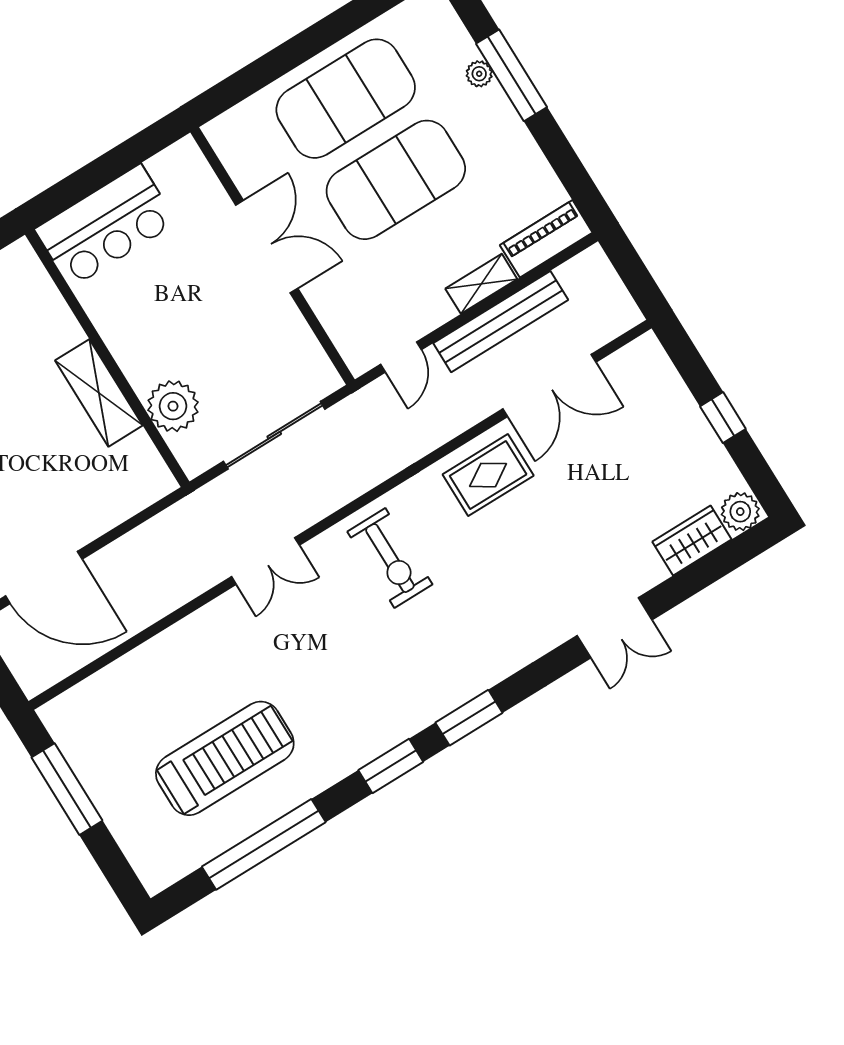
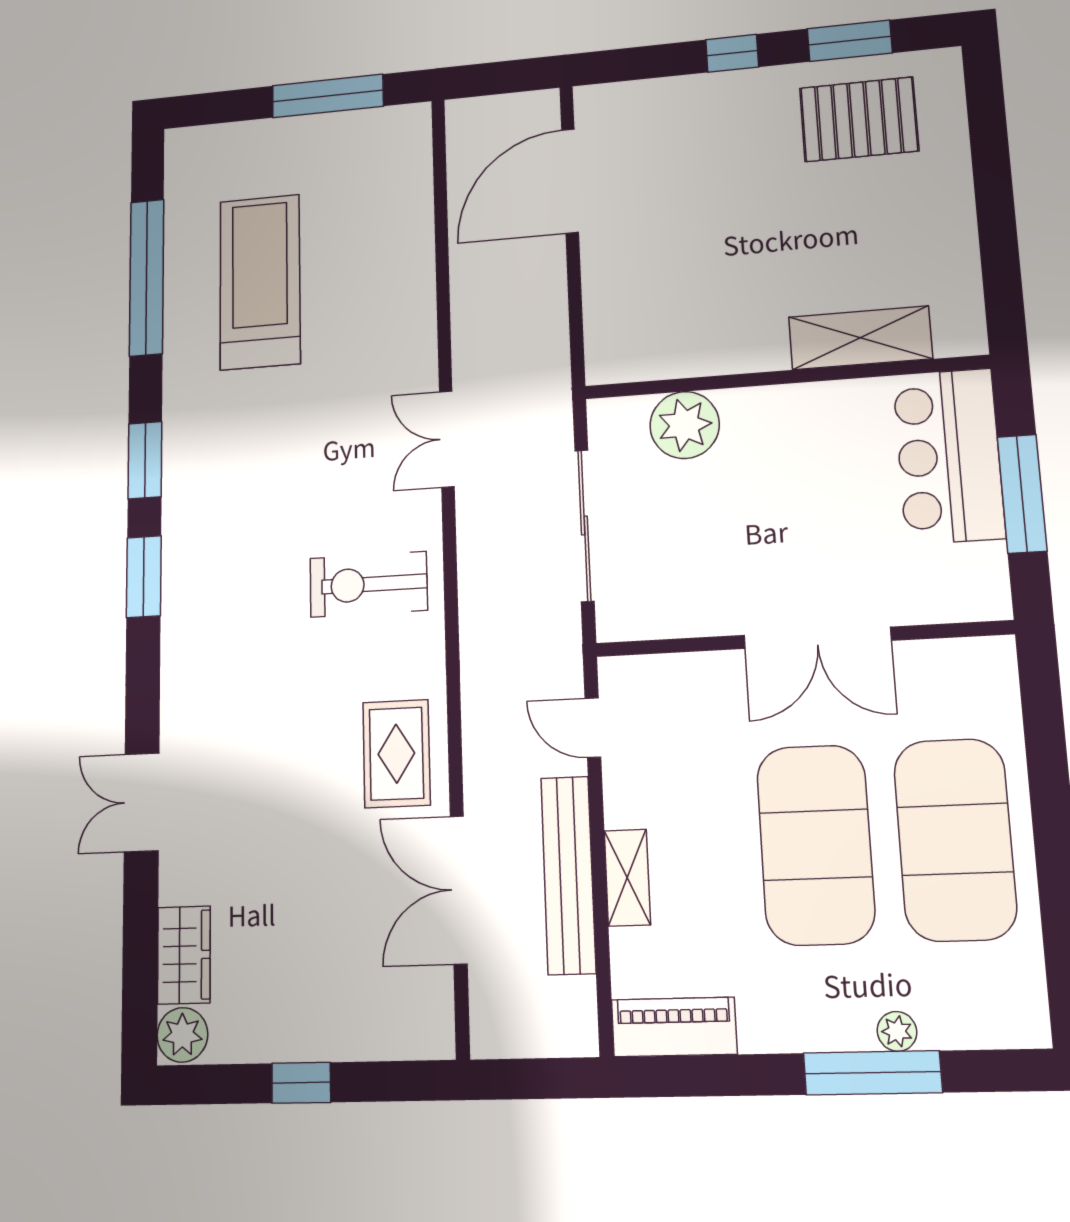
window: (107, 168) -> (1022, 494), added
piano: (546, 239) -> (674, 1027), moved, turned -90
shelving: (99, 393) -> (860, 338), moved
treadmill: (225, 758) -> (260, 282), turned 180

